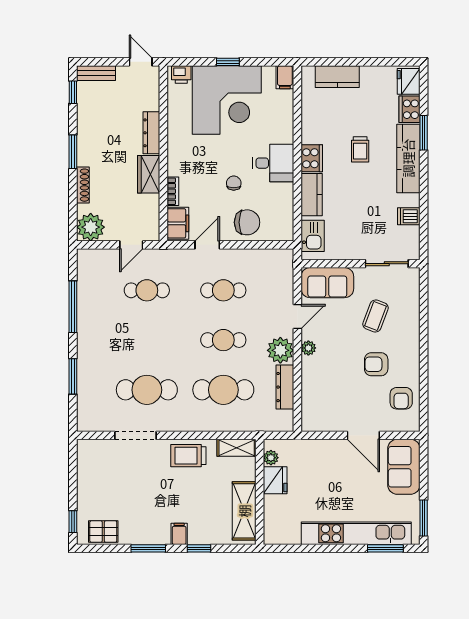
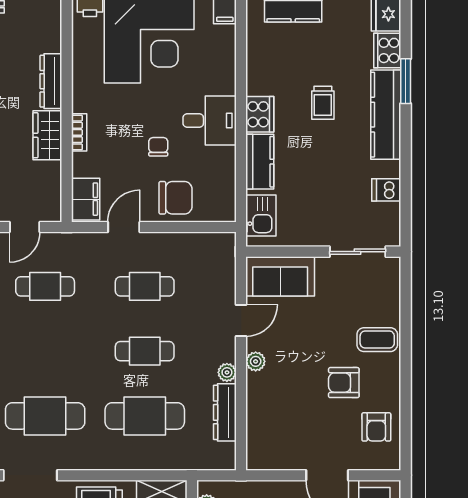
bookcase: (173, 191) -> (79, 132), moved
coffee table: (376, 316) -> (377, 340), moved, turned 69
plant: (280, 350) -> (227, 372), width x0.53, depth x0.53

